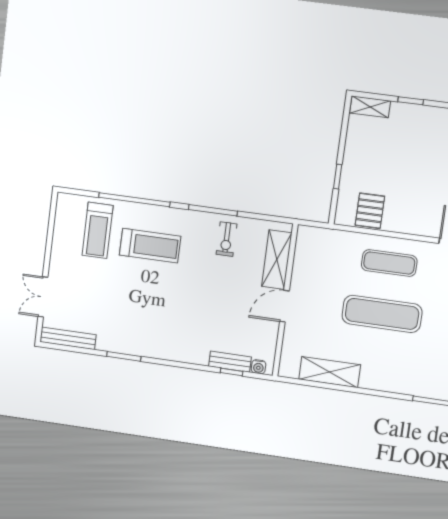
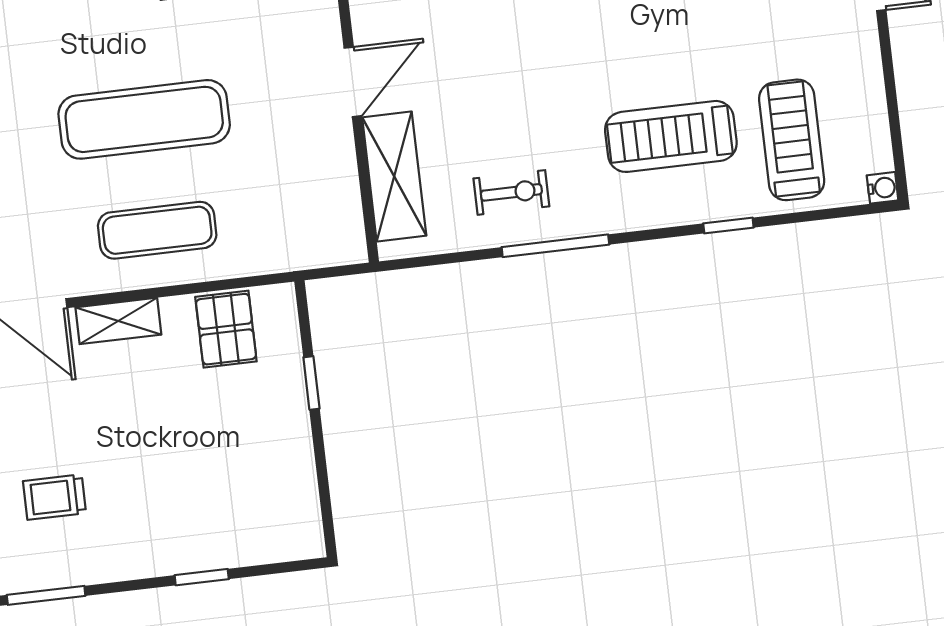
shelving: (370, 107) -> (118, 321), moved
water cooler: (63, 199) -> (883, 188), added
window: (134, 200) -> (728, 225), width x0.32
exercise bike: (227, 239) -> (511, 192), turned 90

